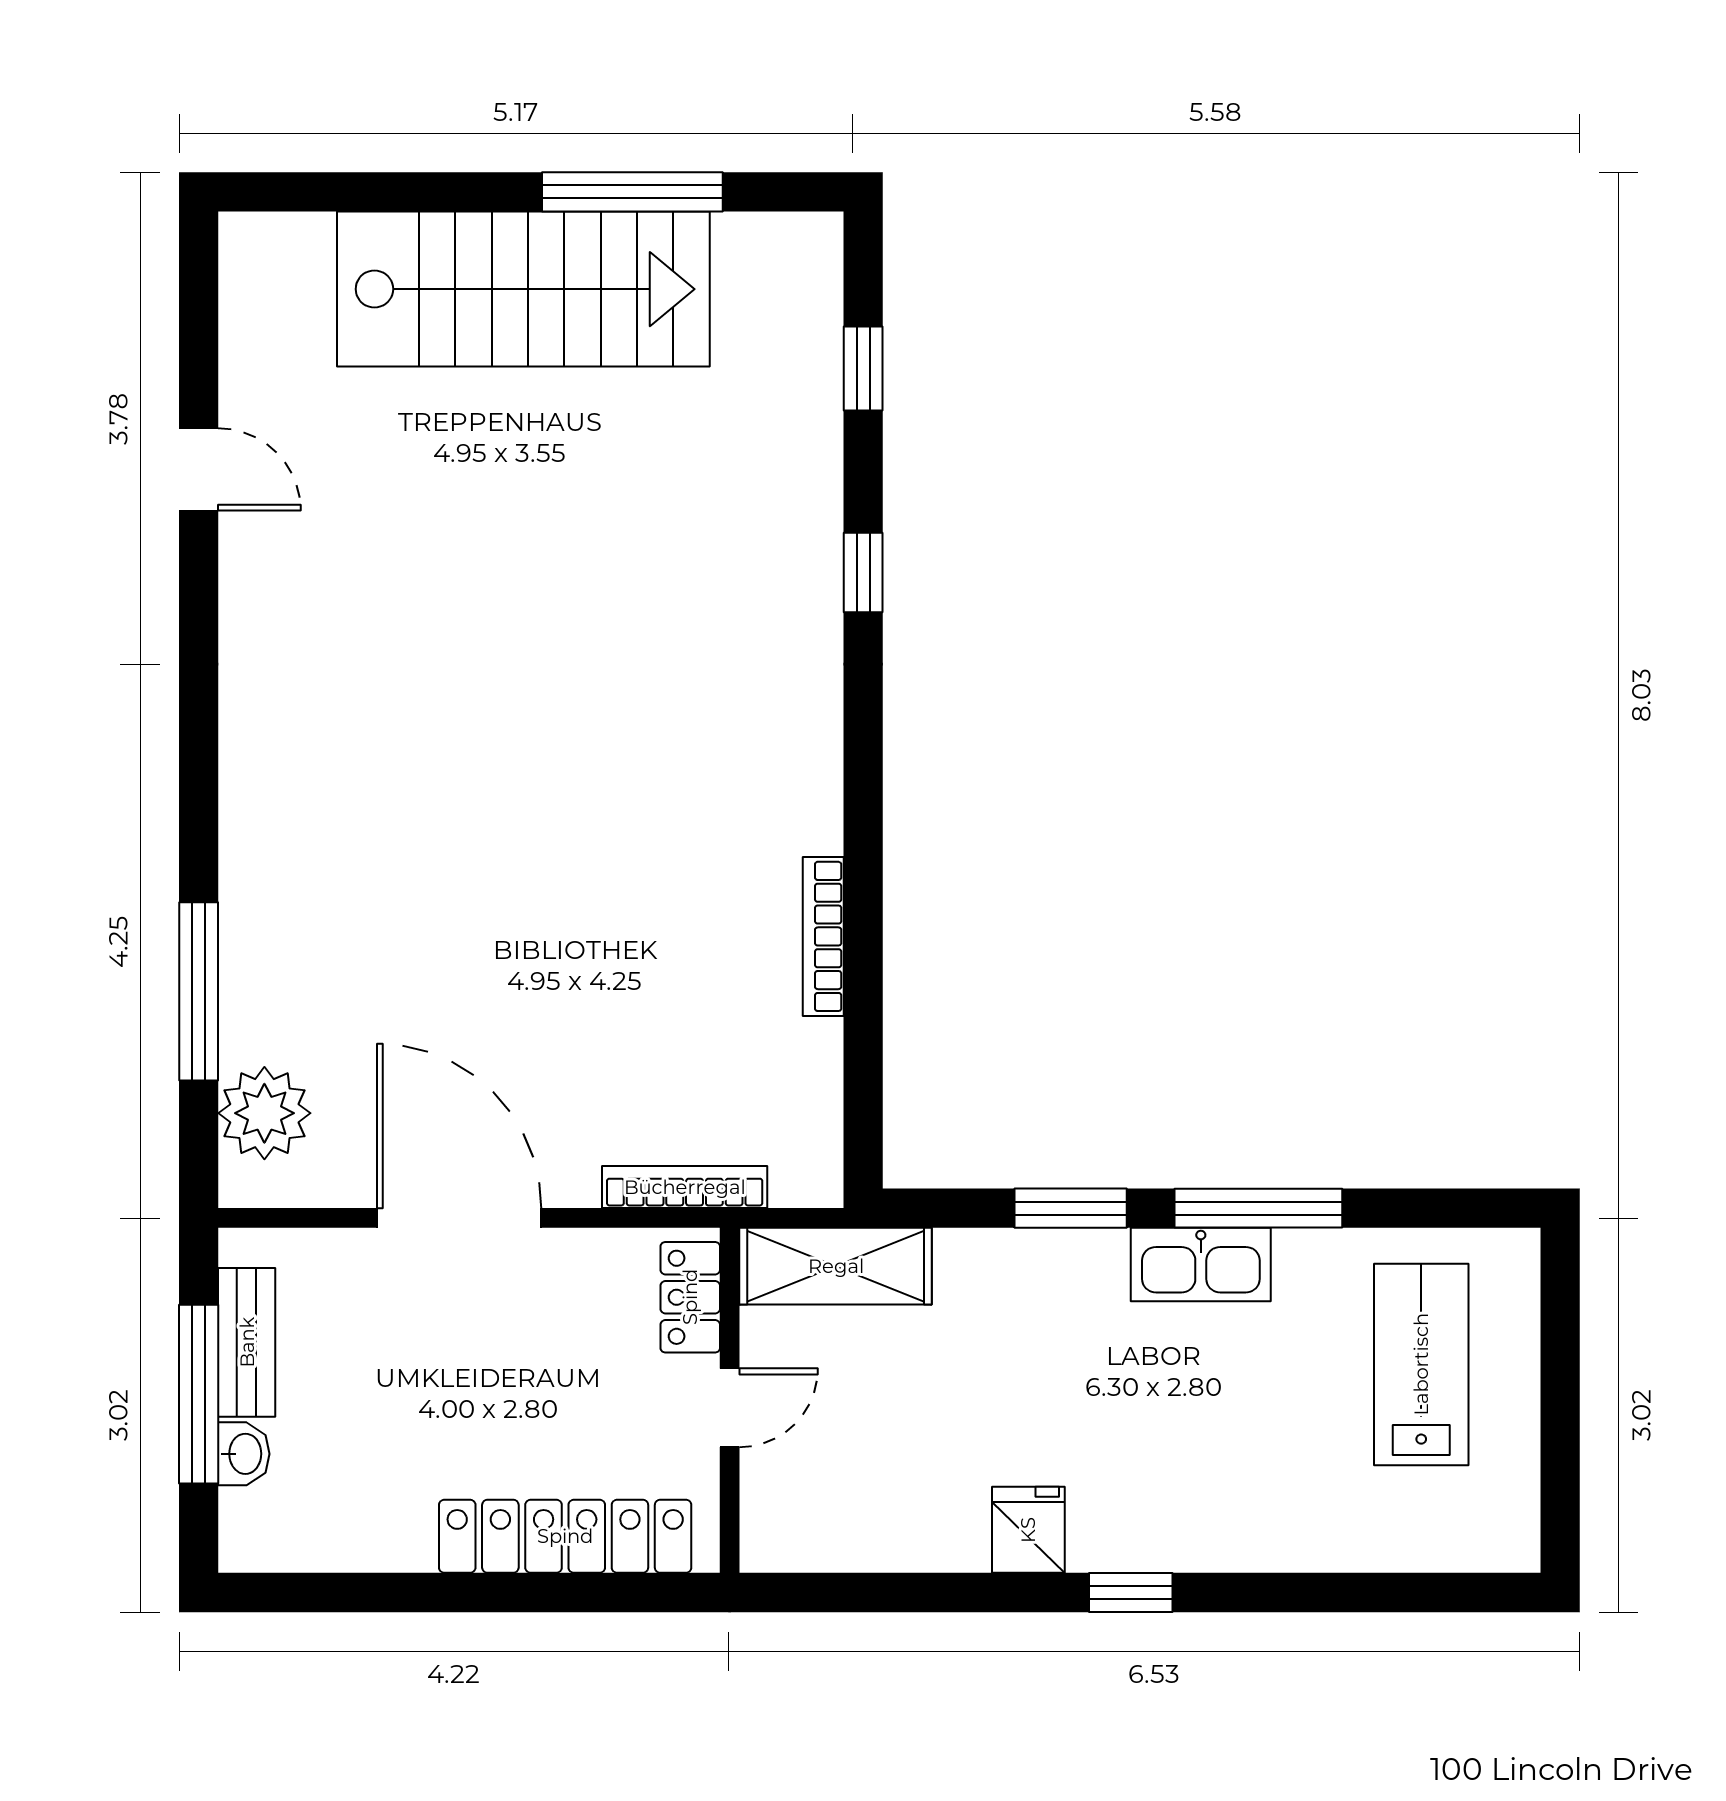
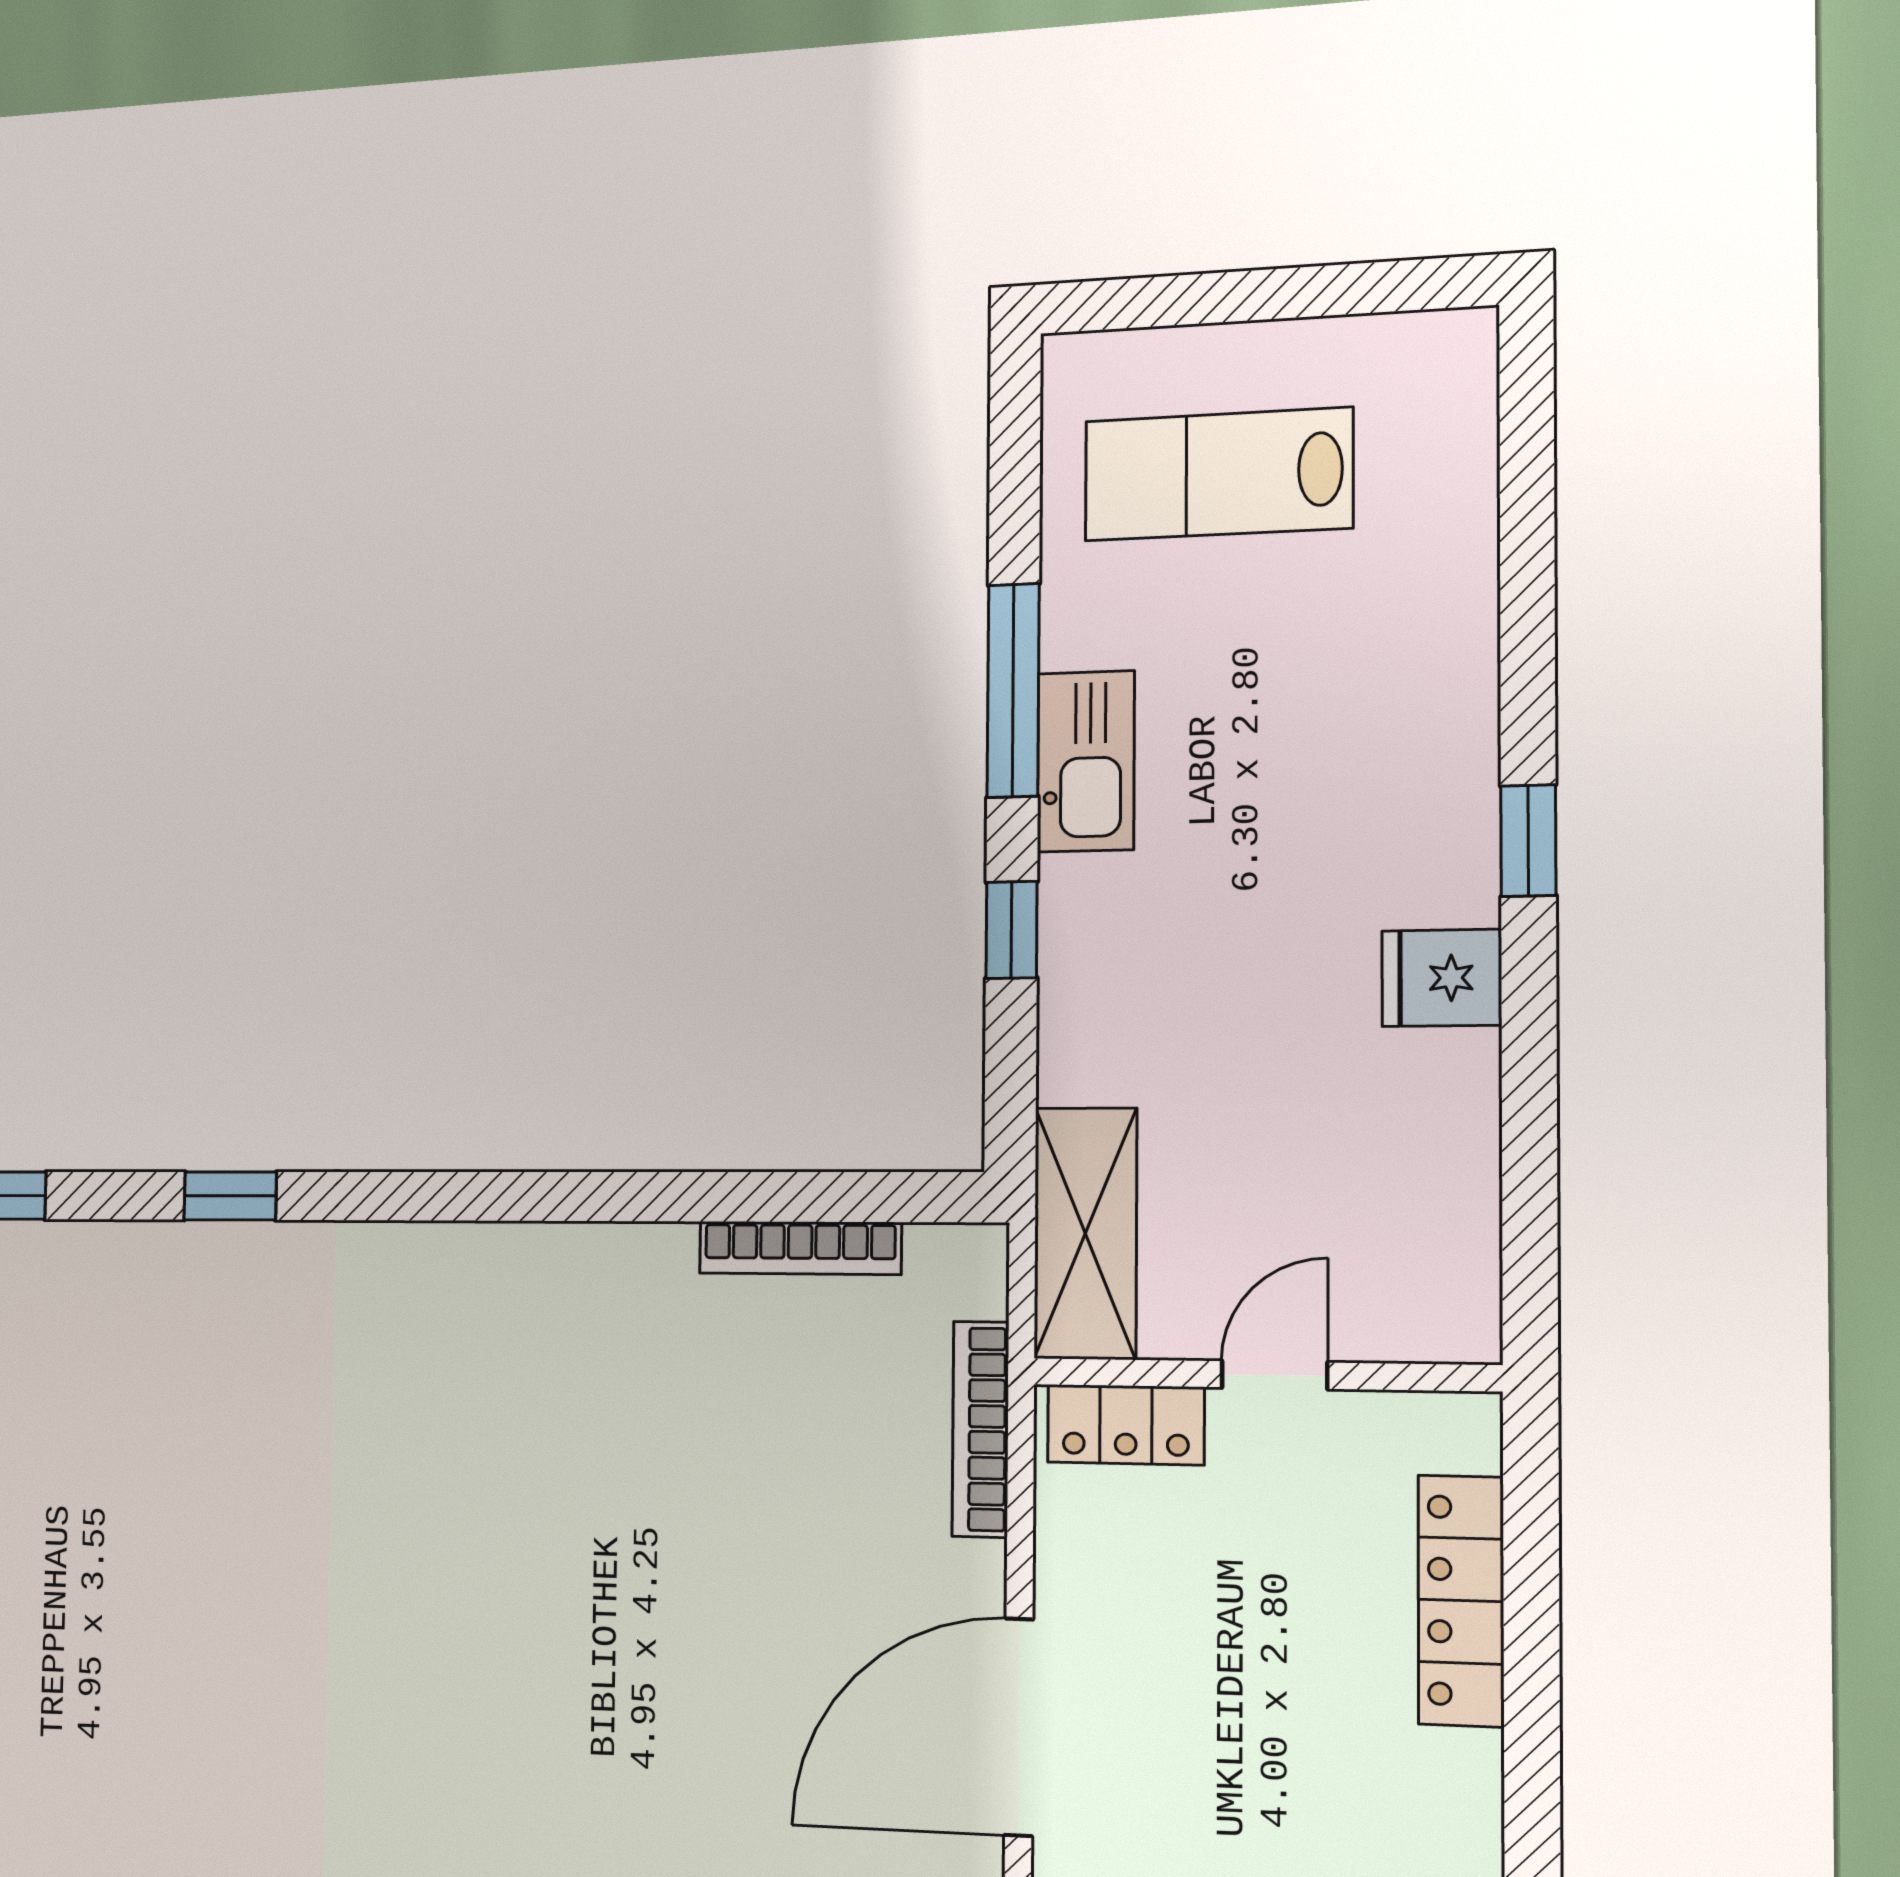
bookcase: (823, 936) -> (800, 1248), moved
window: (1071, 1208) -> (1011, 930), width x0.67
door: (730, 1408) -> (1275, 1375), hinge flipped
locker: (565, 1536) -> (1461, 1601), width x0.71, depth x0.83

